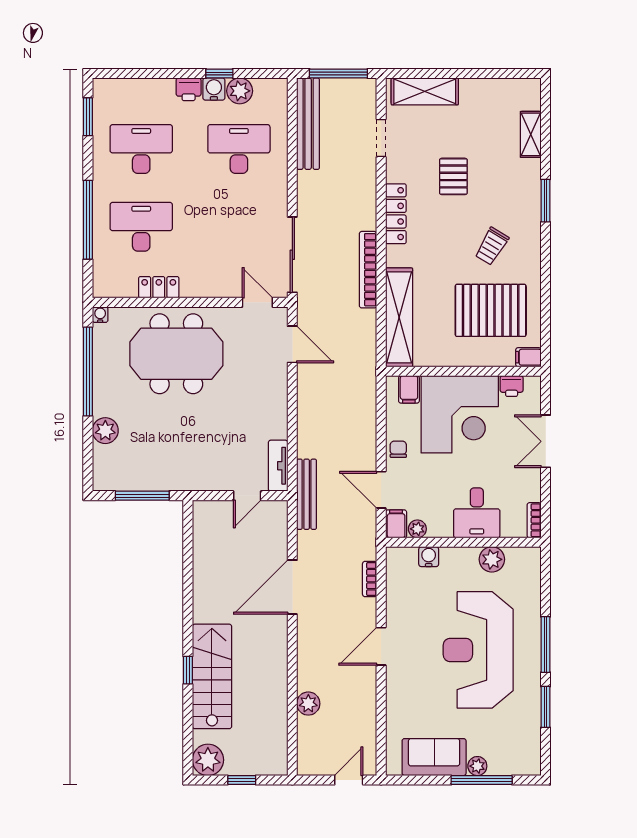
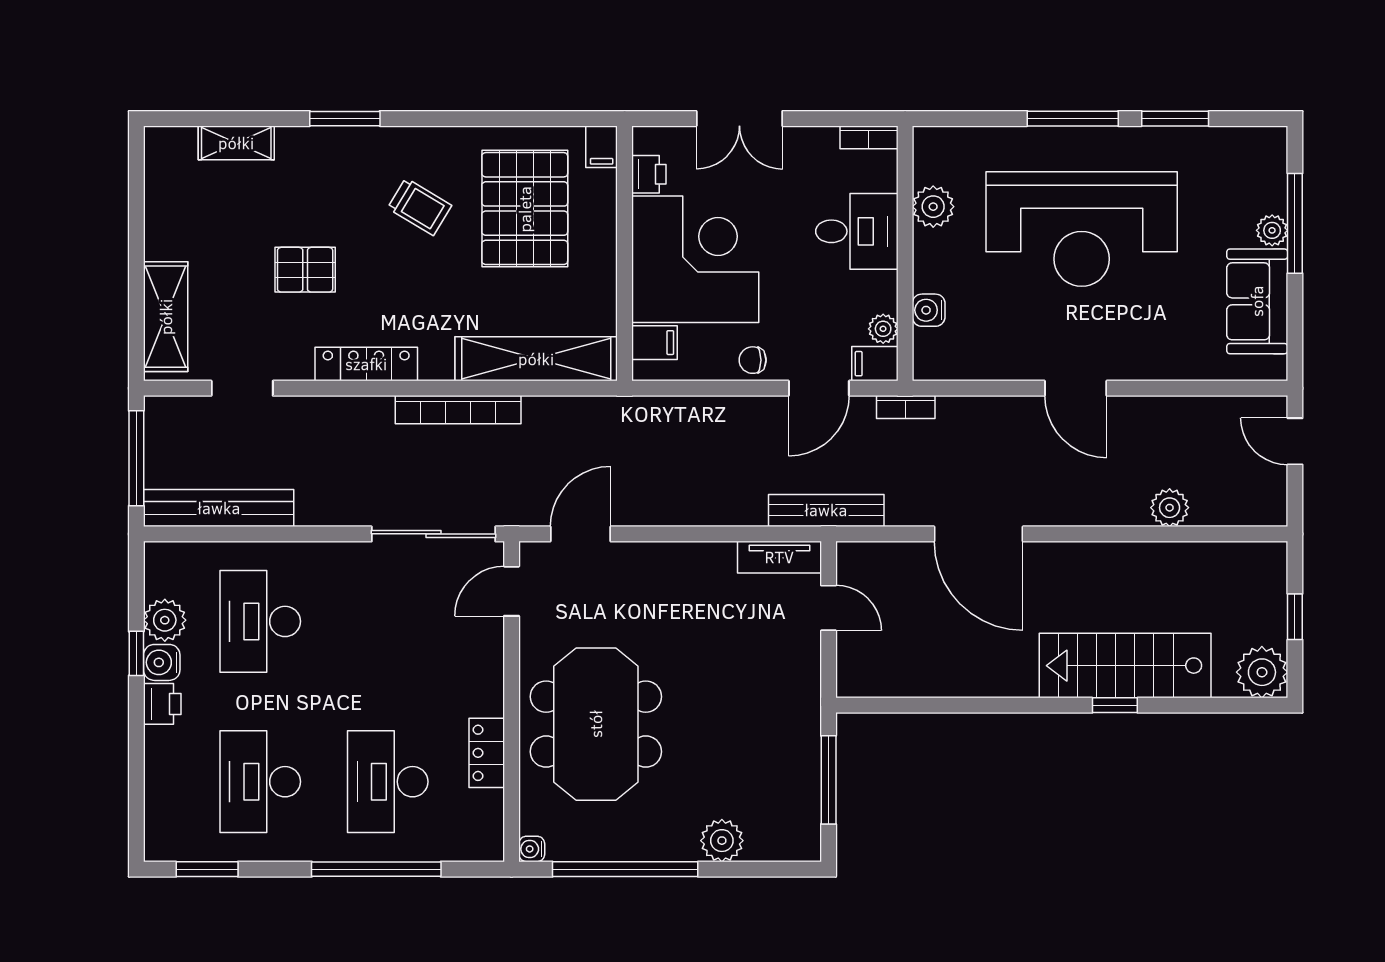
bookcase: (370, 579) -> (906, 407), moved

